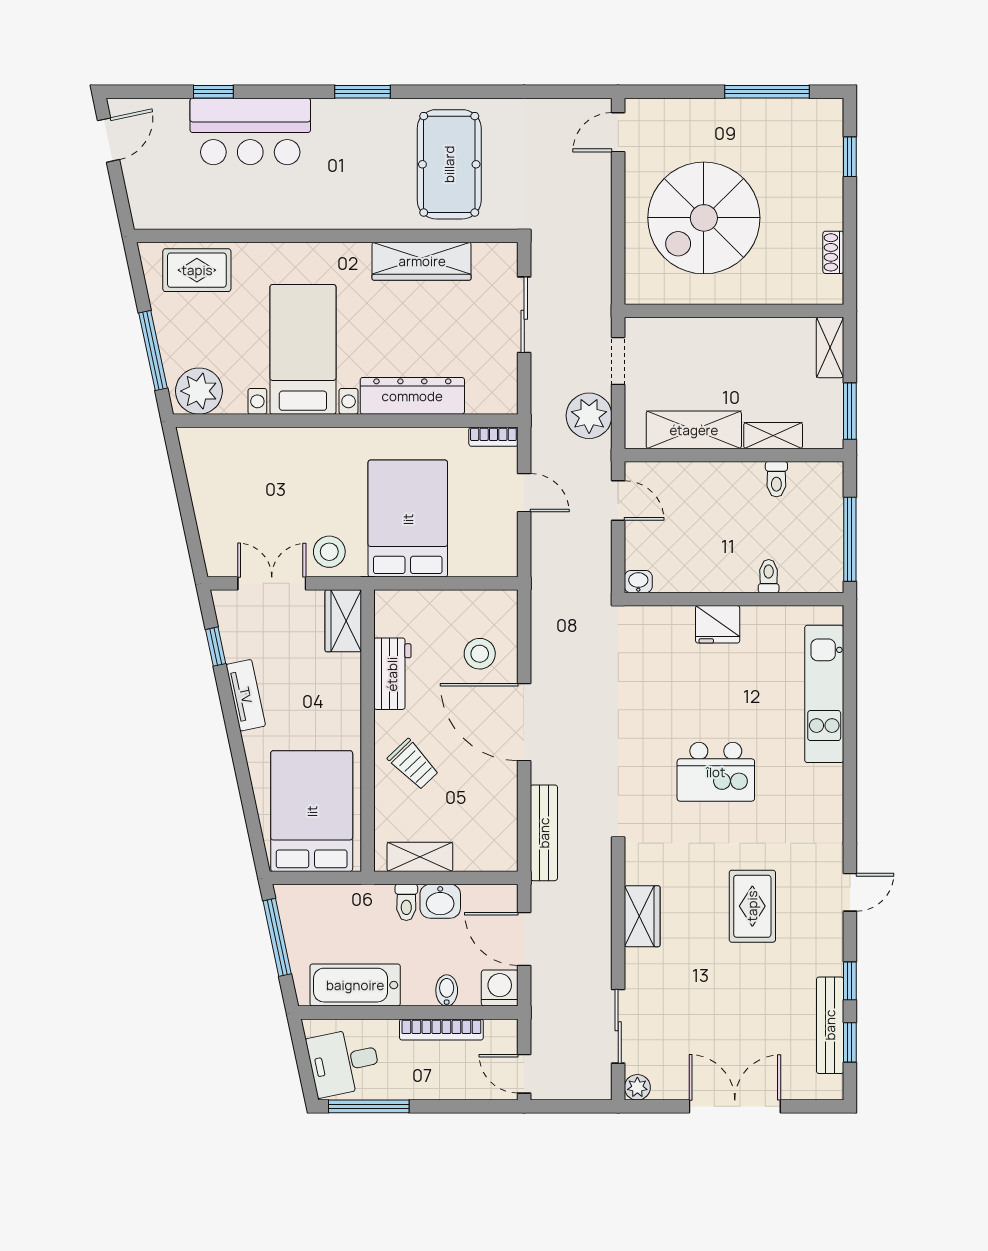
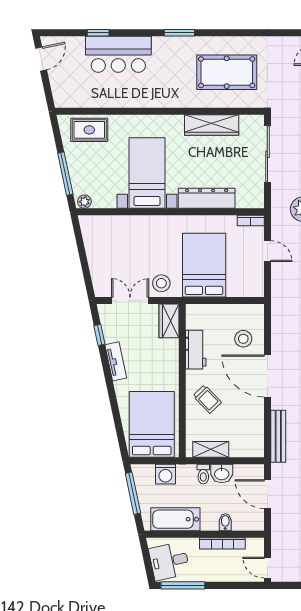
pool table: (449, 164) -> (227, 72), turned 90
sliding door: (524, 315) -> (267, 154), width x1.37
plant: (199, 391) -> (84, 202), width x0.53, depth x0.53
washing machine: (500, 988) -> (165, 474), moved, turned 180

